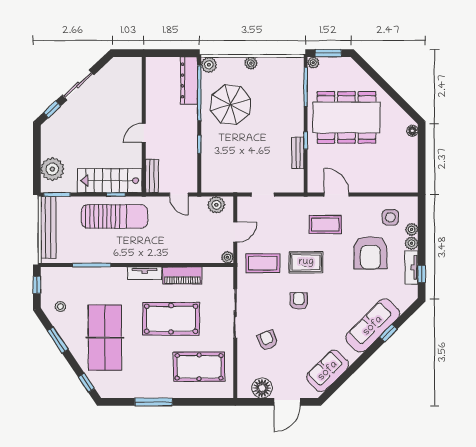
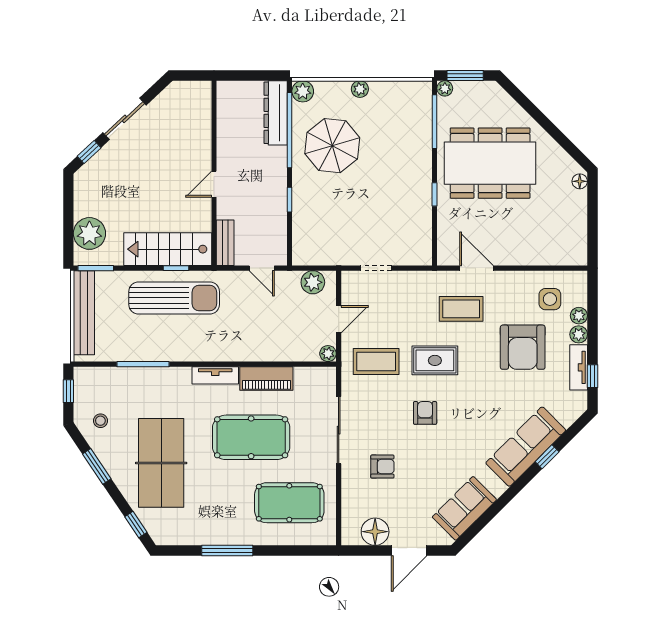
bench: (298, 153) -> (424, 211), removed
armchair: (267, 340) -> (382, 467), turned 112

